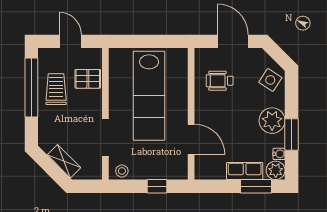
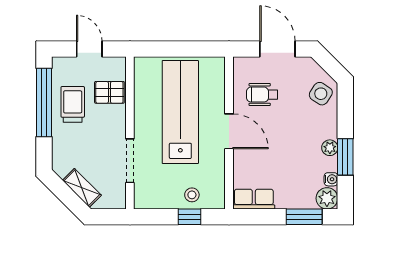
lab bench: (149, 96) -> (180, 112), turned 180
plant: (272, 121) -> (330, 148), width x0.53, depth x0.53
door: (191, 139) -> (229, 131), moved
stool: (122, 171) -> (192, 195), moved
row of seats: (245, 171) -> (254, 199), moved

